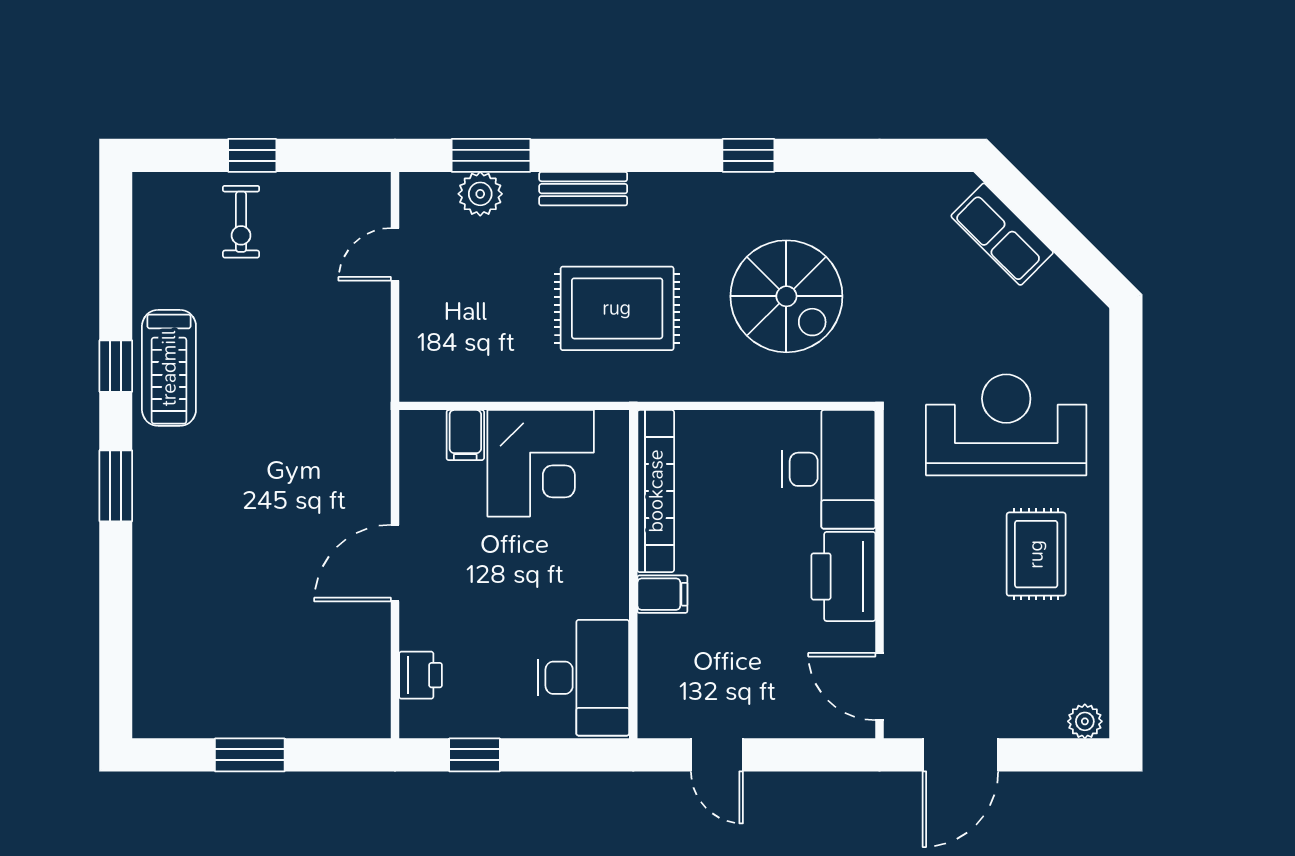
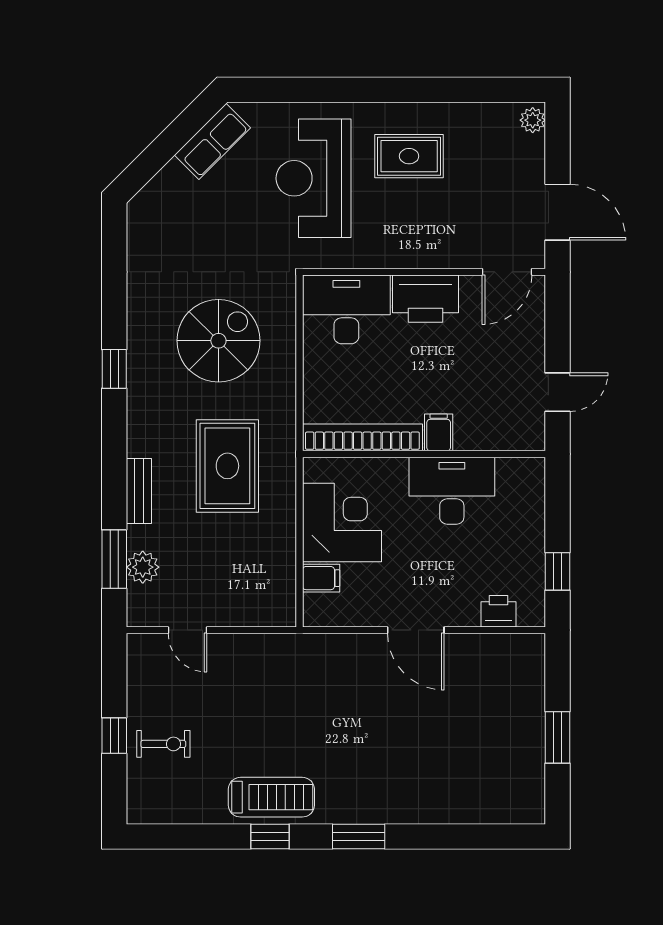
row of seats: (1002, 234) -> (212, 141), moved
desk: (584, 678) -> (452, 491), moved

